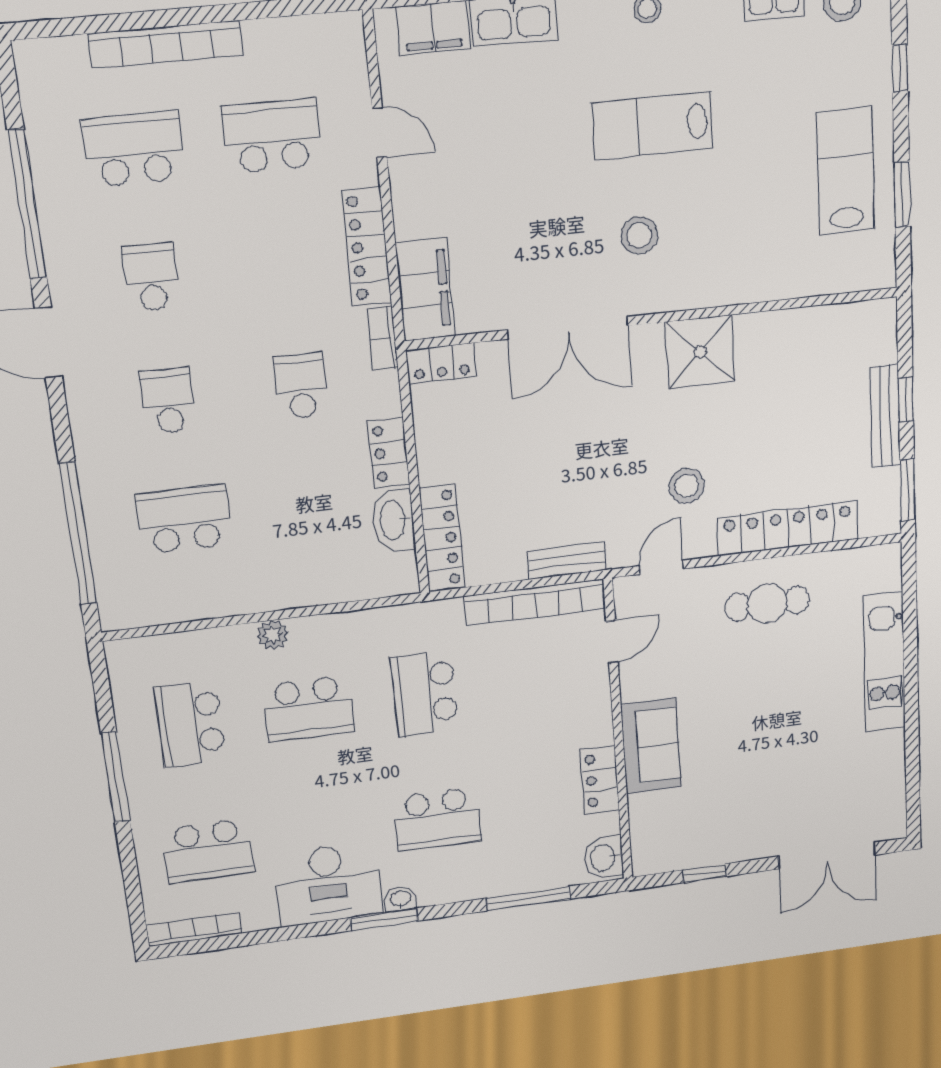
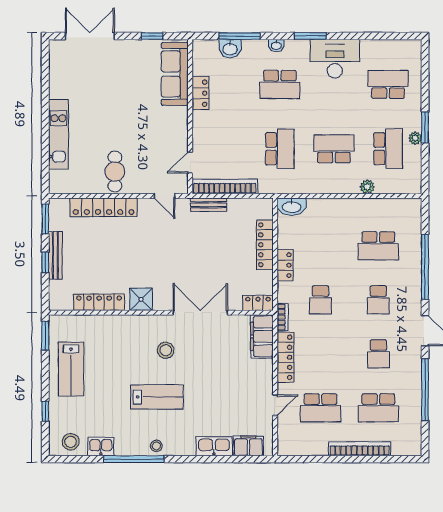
door: (379, 132) -> (275, 405), swing flipped
window: (902, 194) -> (45, 336), moved
locker: (790, 327) -> (99, 302), added
shower: (700, 352) -> (141, 299), width x0.73, depth x0.73
stool: (687, 486) -> (150, 234), removed
washbasin: (394, 520) -> (292, 207), moved, turned 90
window: (78, 533) -> (425, 267), moved
locker: (442, 538) -> (265, 245), moved
door: (661, 567) -> (165, 196), hinge flipped
cafe table: (767, 603) -> (115, 172), turned 90
plant: (273, 635) -> (367, 187), moved
sofa: (651, 746) -> (175, 74), moved, width x1.36
plant: (134, 753) -> (415, 138), added
window: (116, 777) -> (425, 127), width x0.69
school desk: (437, 819) -> (280, 84), turned 180
washbasin: (604, 857) -> (230, 49), moved, turned 90
washbasin: (400, 899) -> (276, 45), moved
bookcase: (194, 929) -> (400, 45), removed

